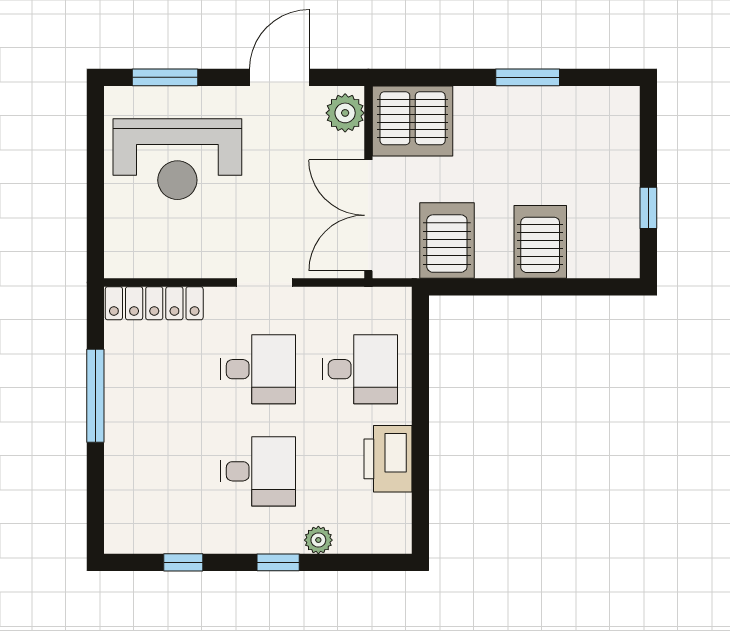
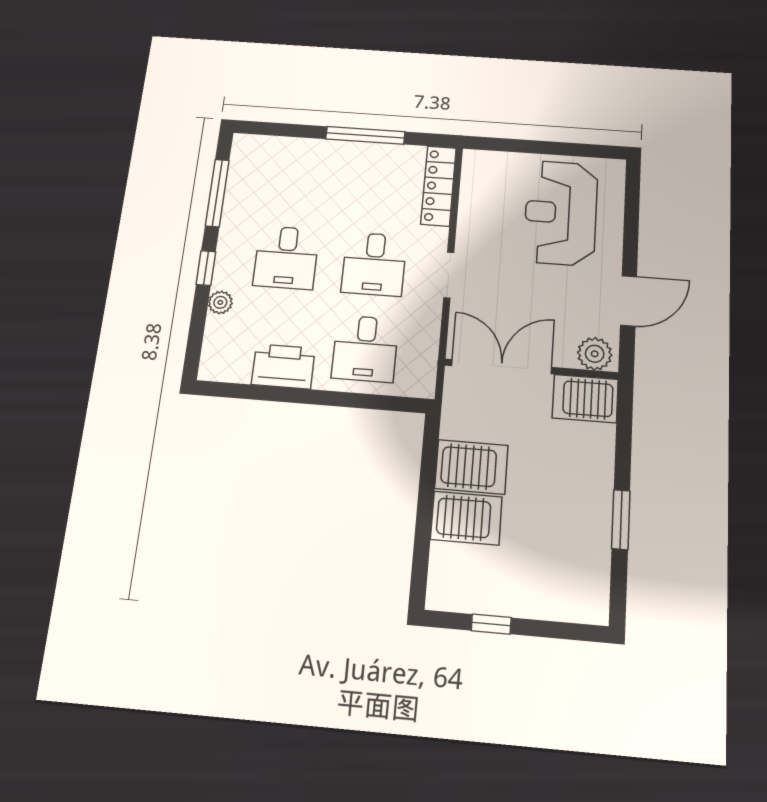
window: (165, 77) -> (632, 208), removed
door: (279, 77) -> (629, 301), hinge flipped
server rack: (413, 121) -> (585, 399), width x0.62
server rack: (447, 241) -> (471, 467), moved
window: (183, 562) -> (217, 193), width x2.17

